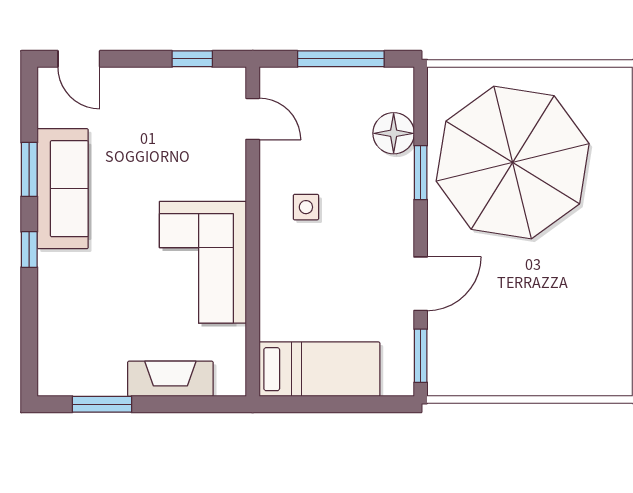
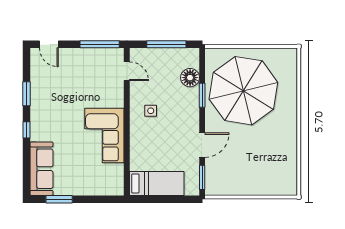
window: (192, 59) -> (100, 44), width x2.17
sofa: (63, 189) -> (42, 169), moved
fireplace: (170, 379) -> (90, 188), removed

